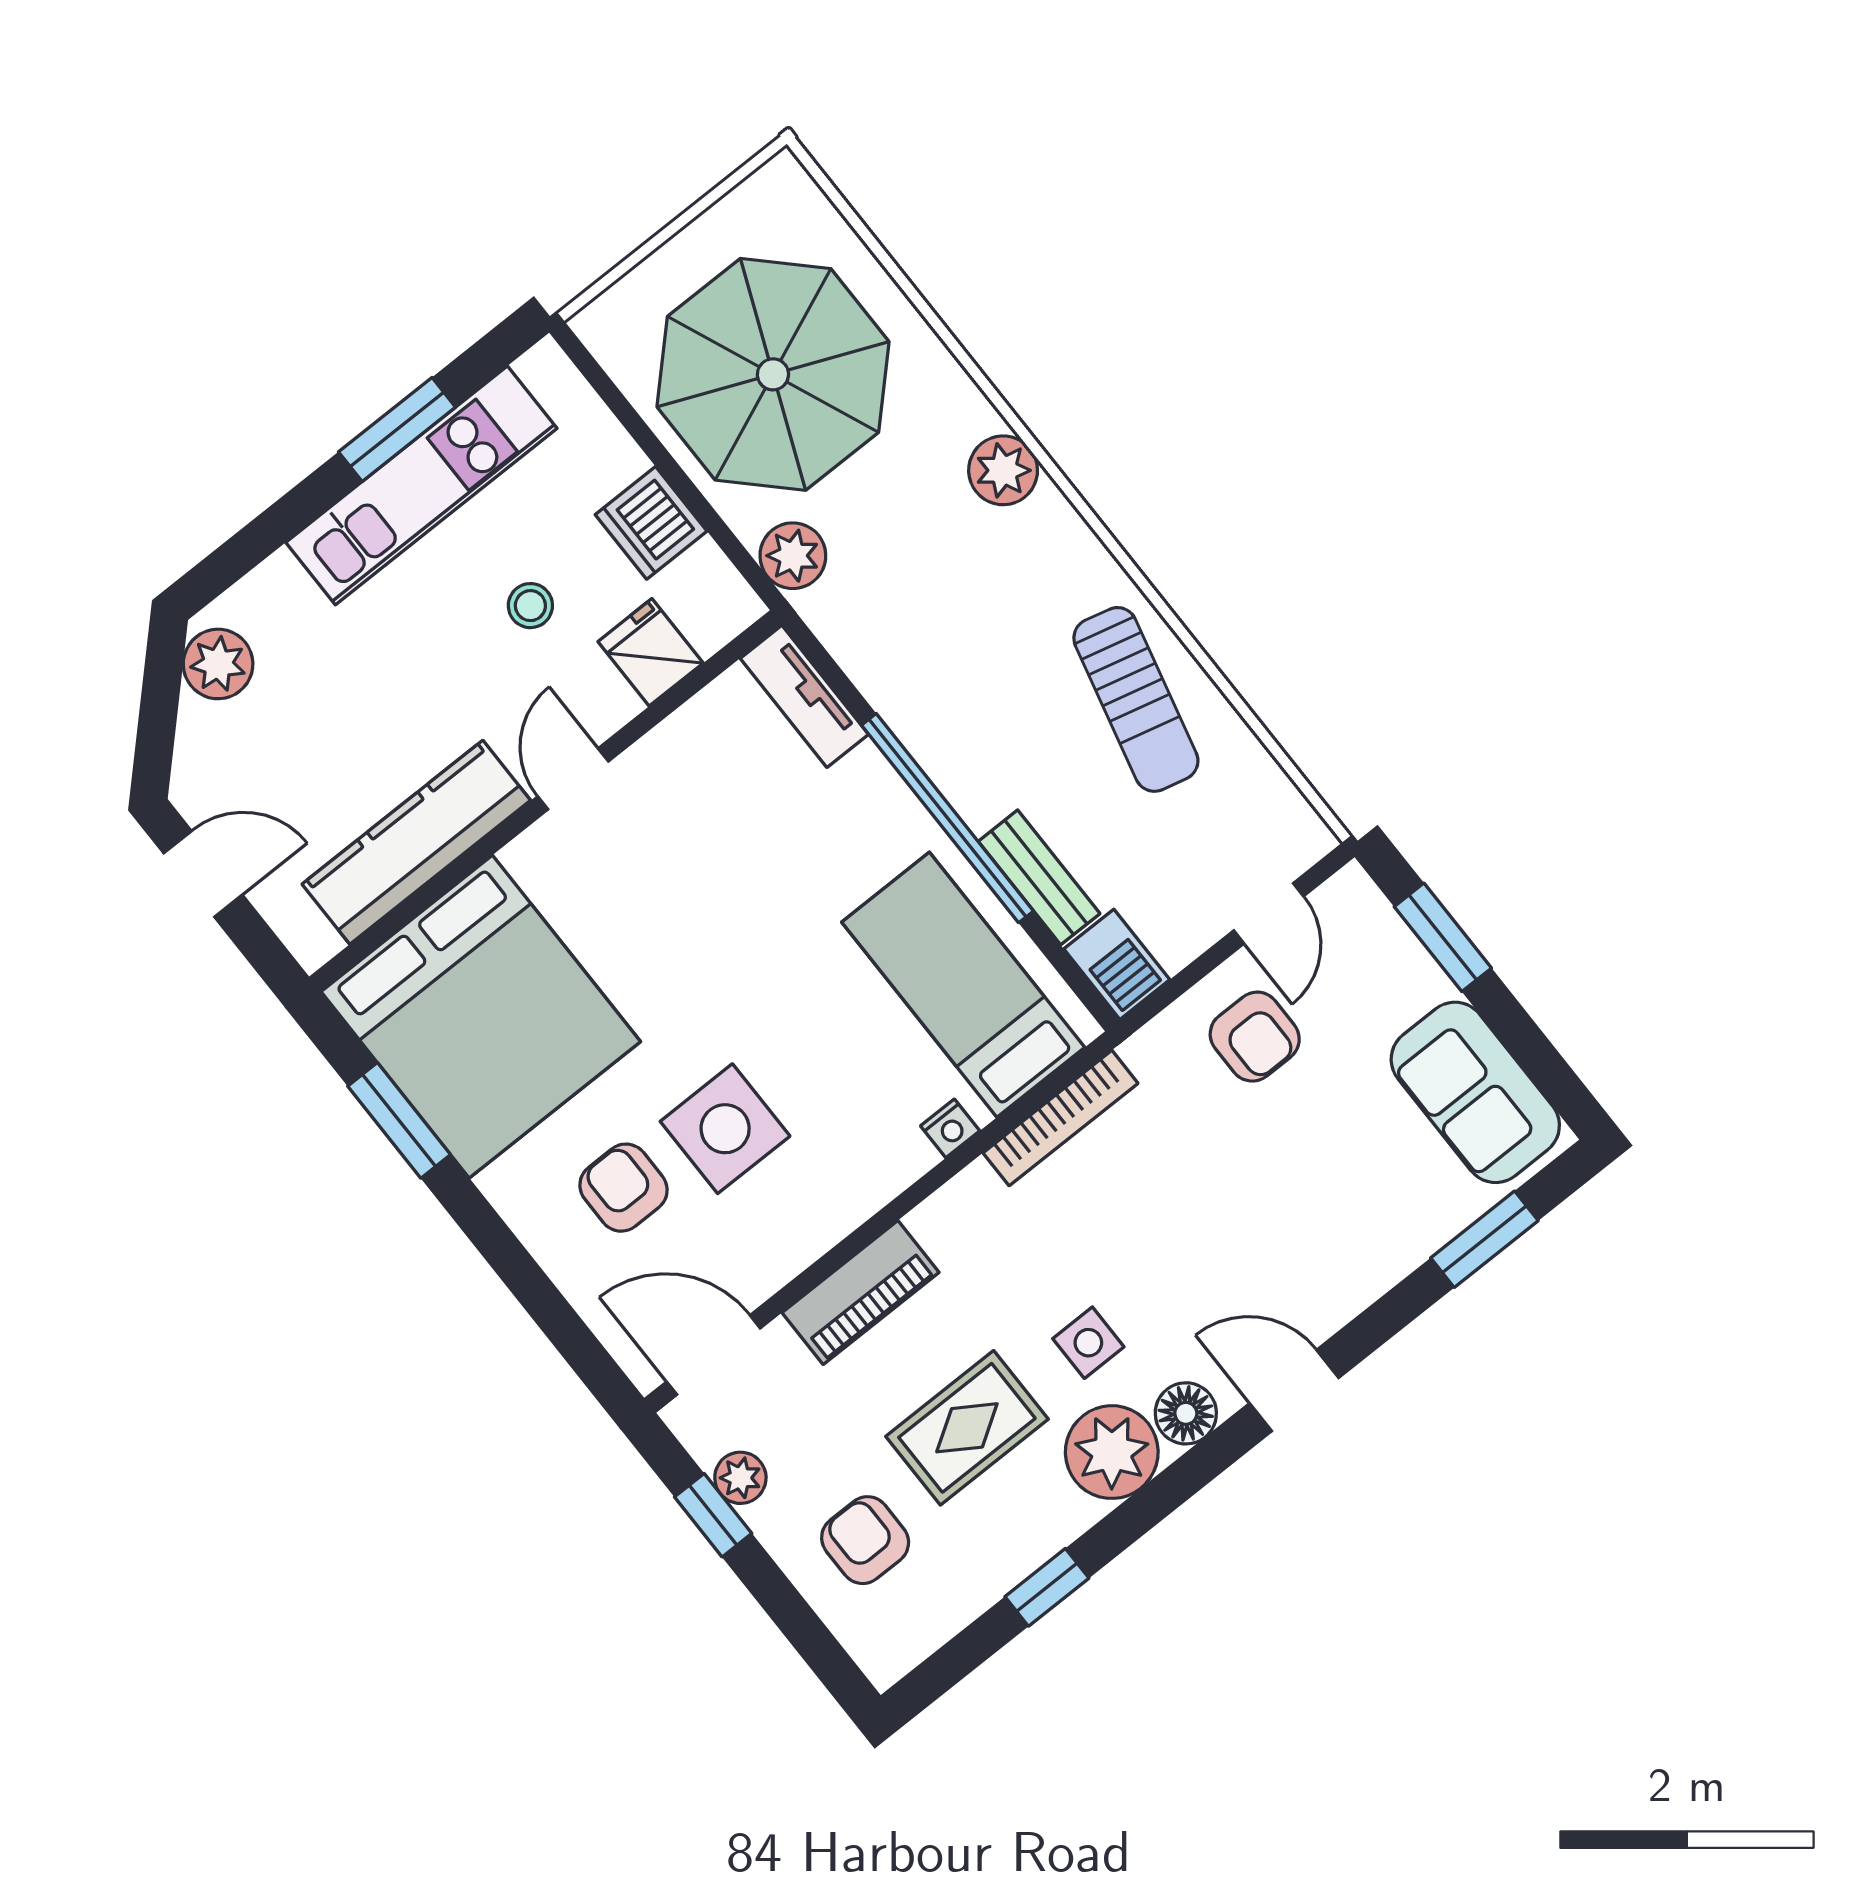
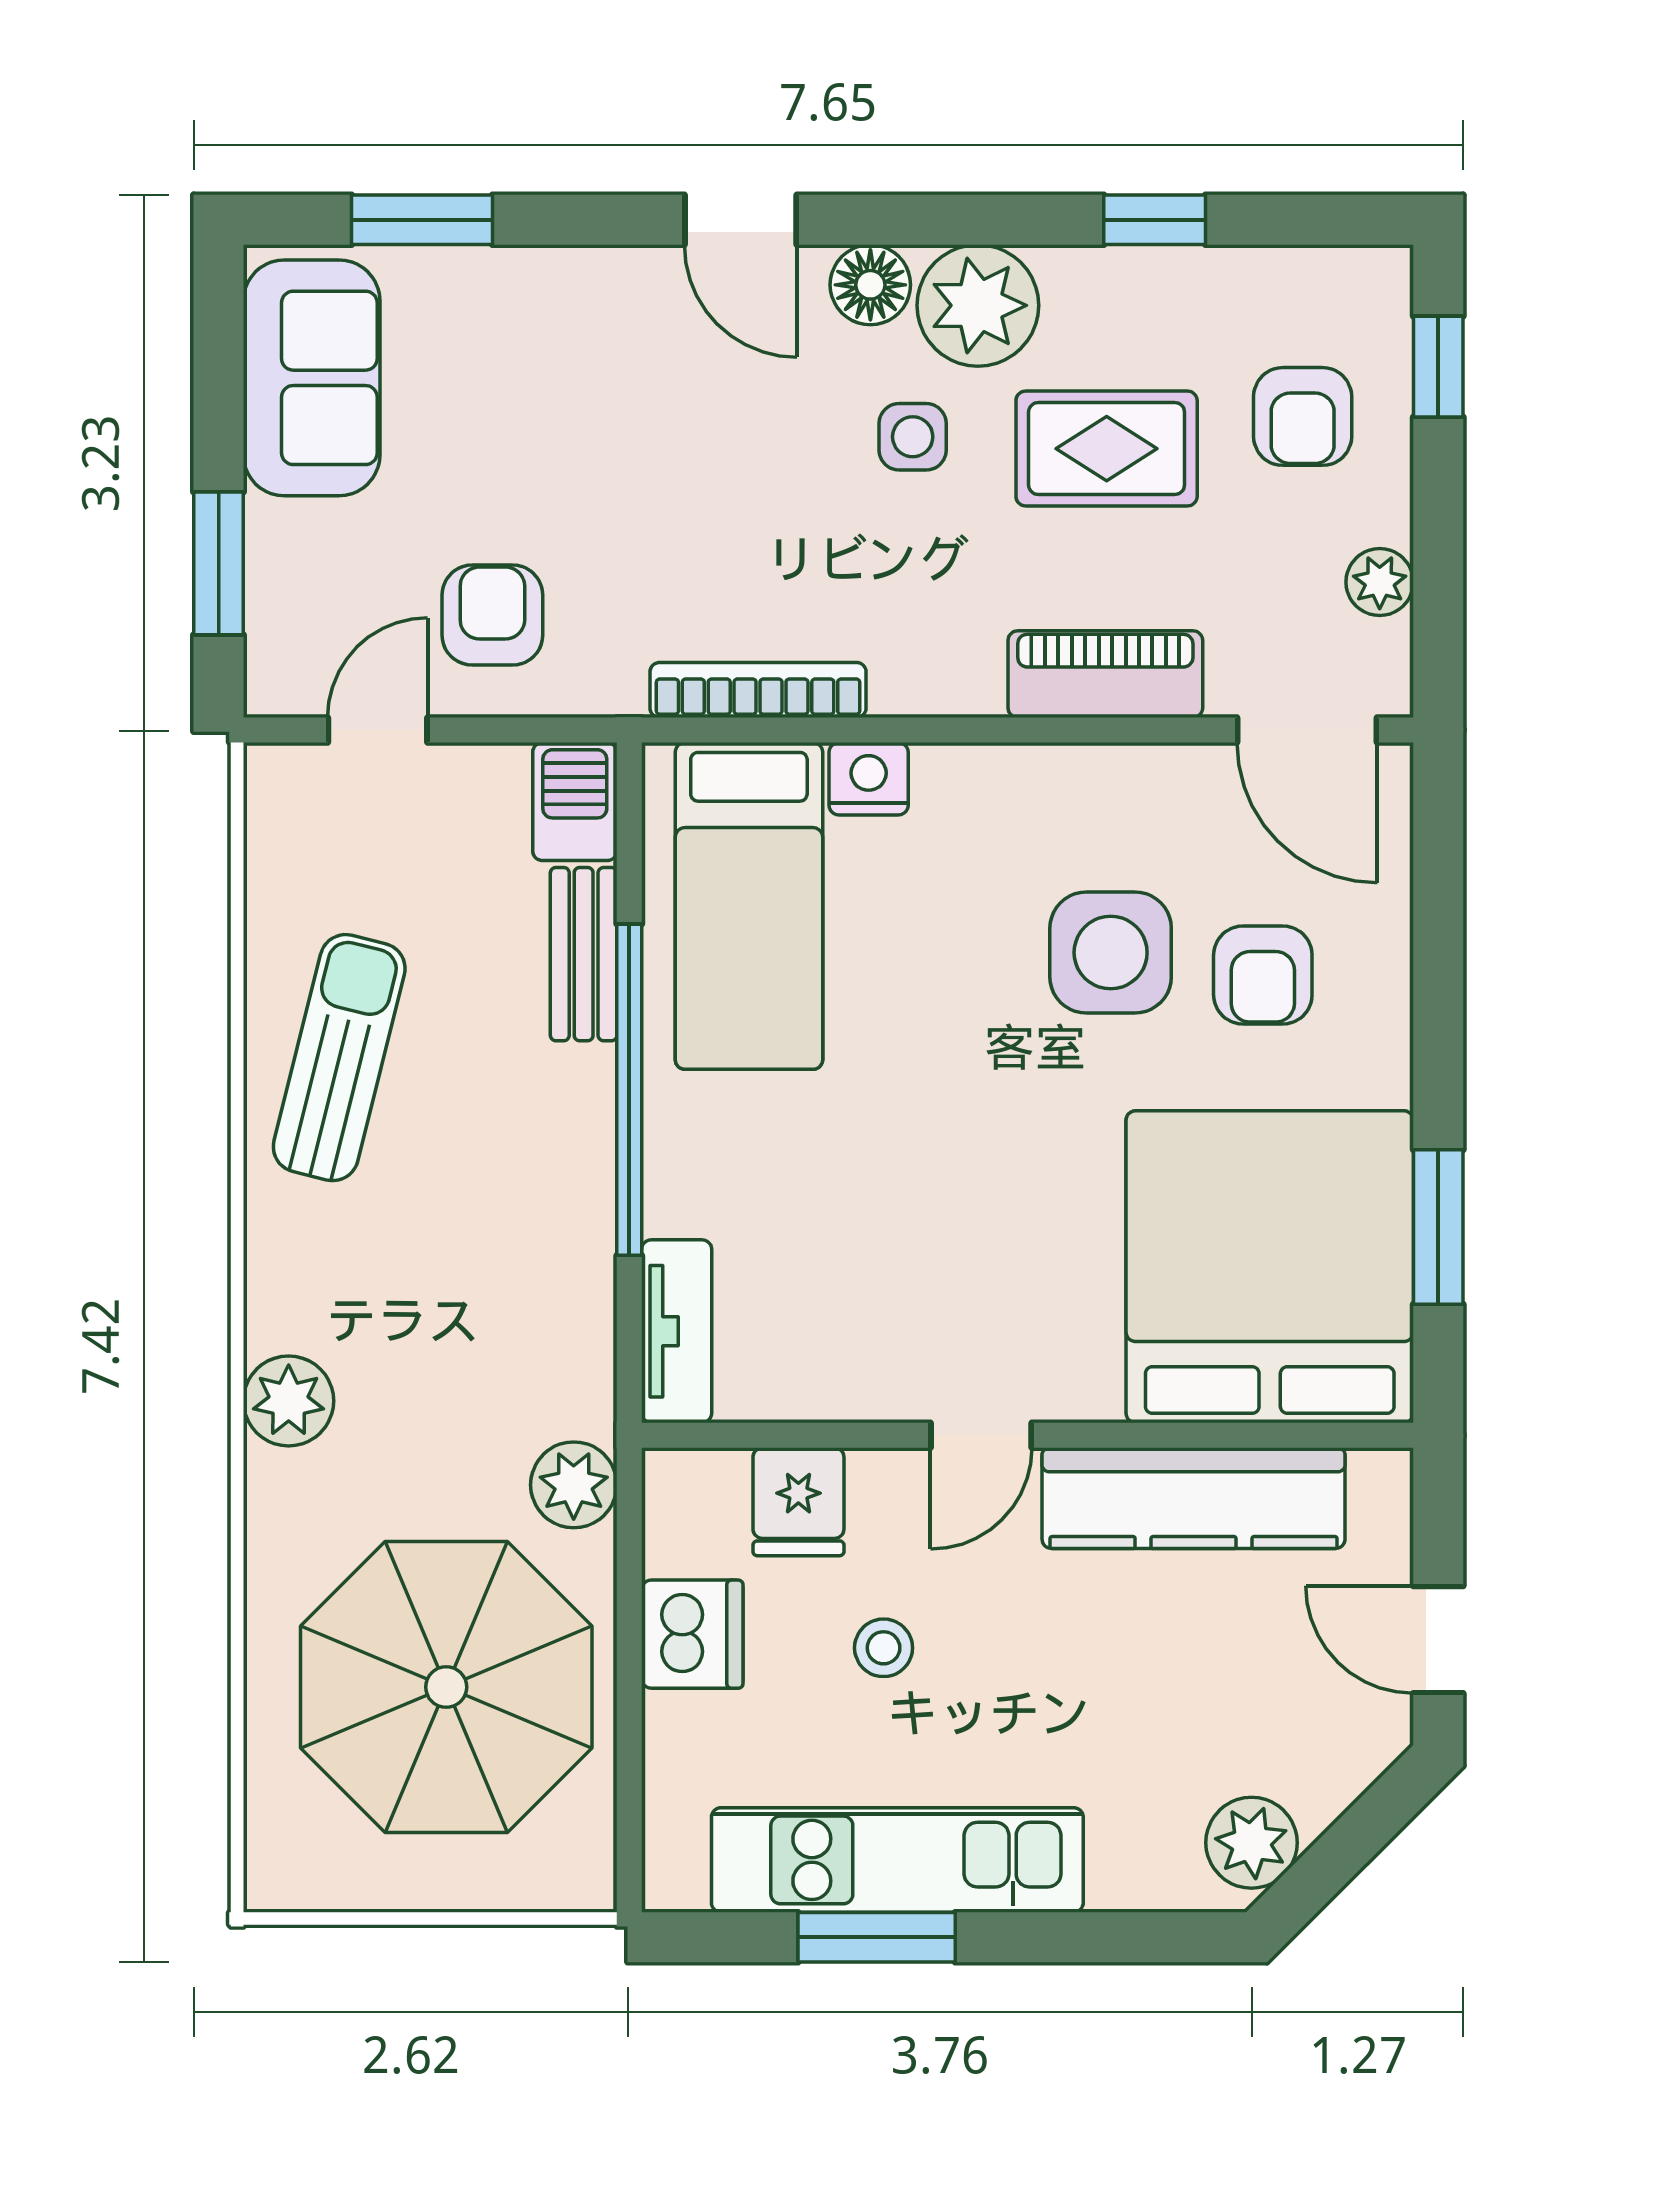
nightstand: (950, 1128) -> (869, 779), width x1.39, depth x1.35
window: (713, 1515) -> (1438, 367), moved

